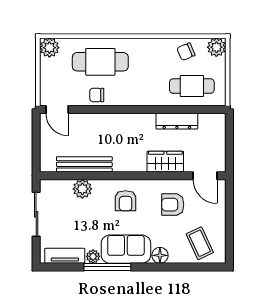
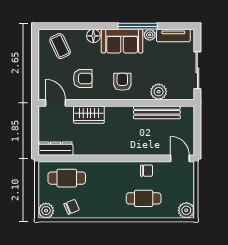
cafe table: (100, 62) -> (144, 198), width x0.73, depth x0.74
dresser: (177, 121) -> (56, 149), moved

